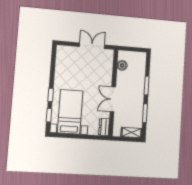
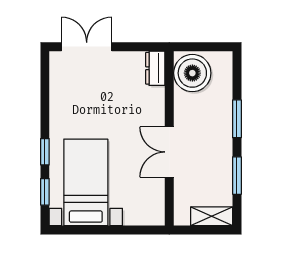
double door: (92, 46) -> (87, 47), moved
boiler: (122, 65) -> (192, 73), width x1.86, depth x1.86
dresser: (104, 127) -> (155, 68), moved

